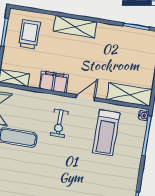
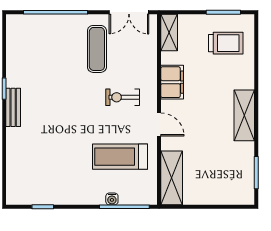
shelving: (75, 27) -> (244, 115), moved
water cooler: (143, 115) -> (112, 199), moved

